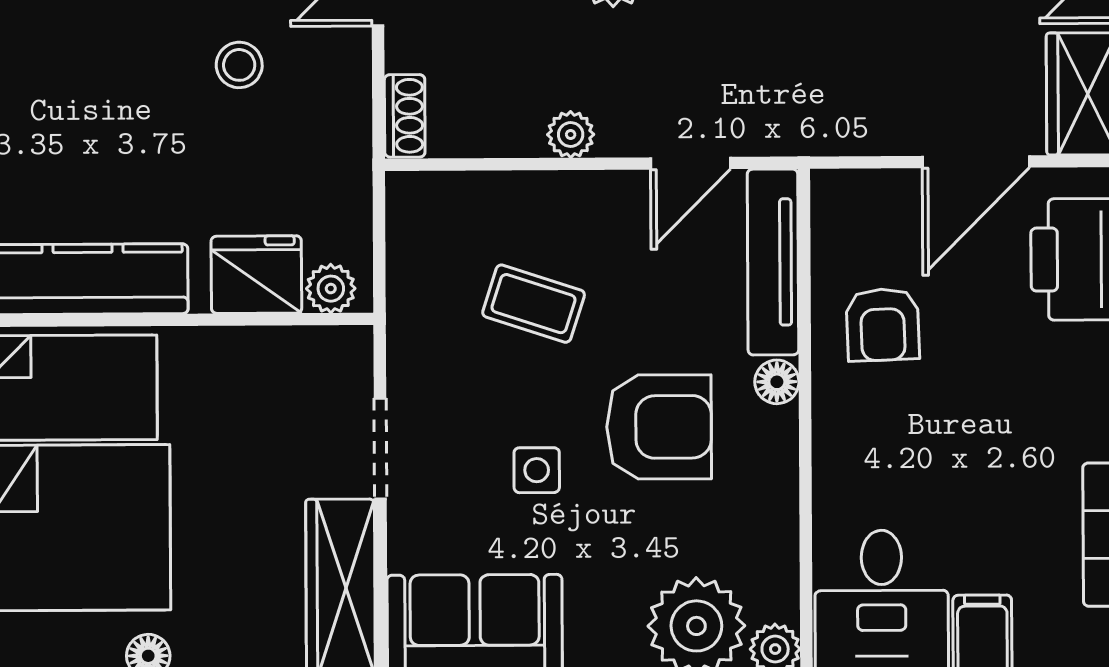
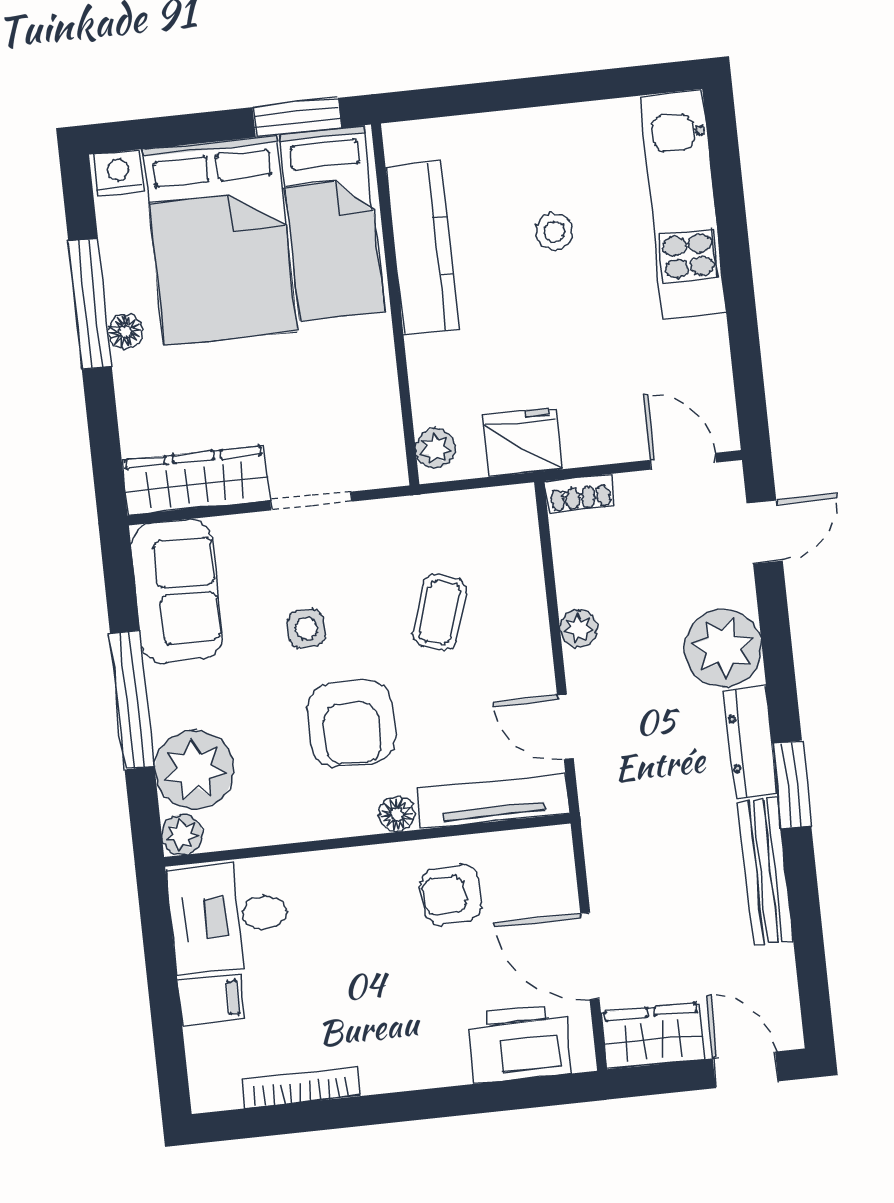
stool: (239, 65) -> (554, 231), moved
fridge: (256, 275) -> (522, 442), moved, turned -90

